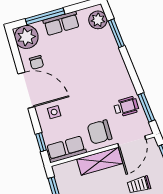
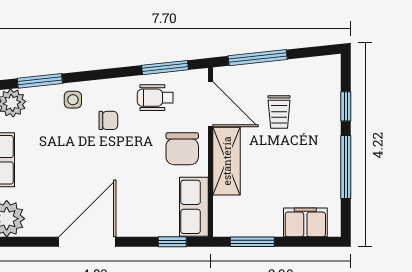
chair: (37, 62) -> (108, 120), moved
wheelchair: (126, 107) -> (155, 98), turned -90
side table: (54, 112) -> (73, 100), moved

